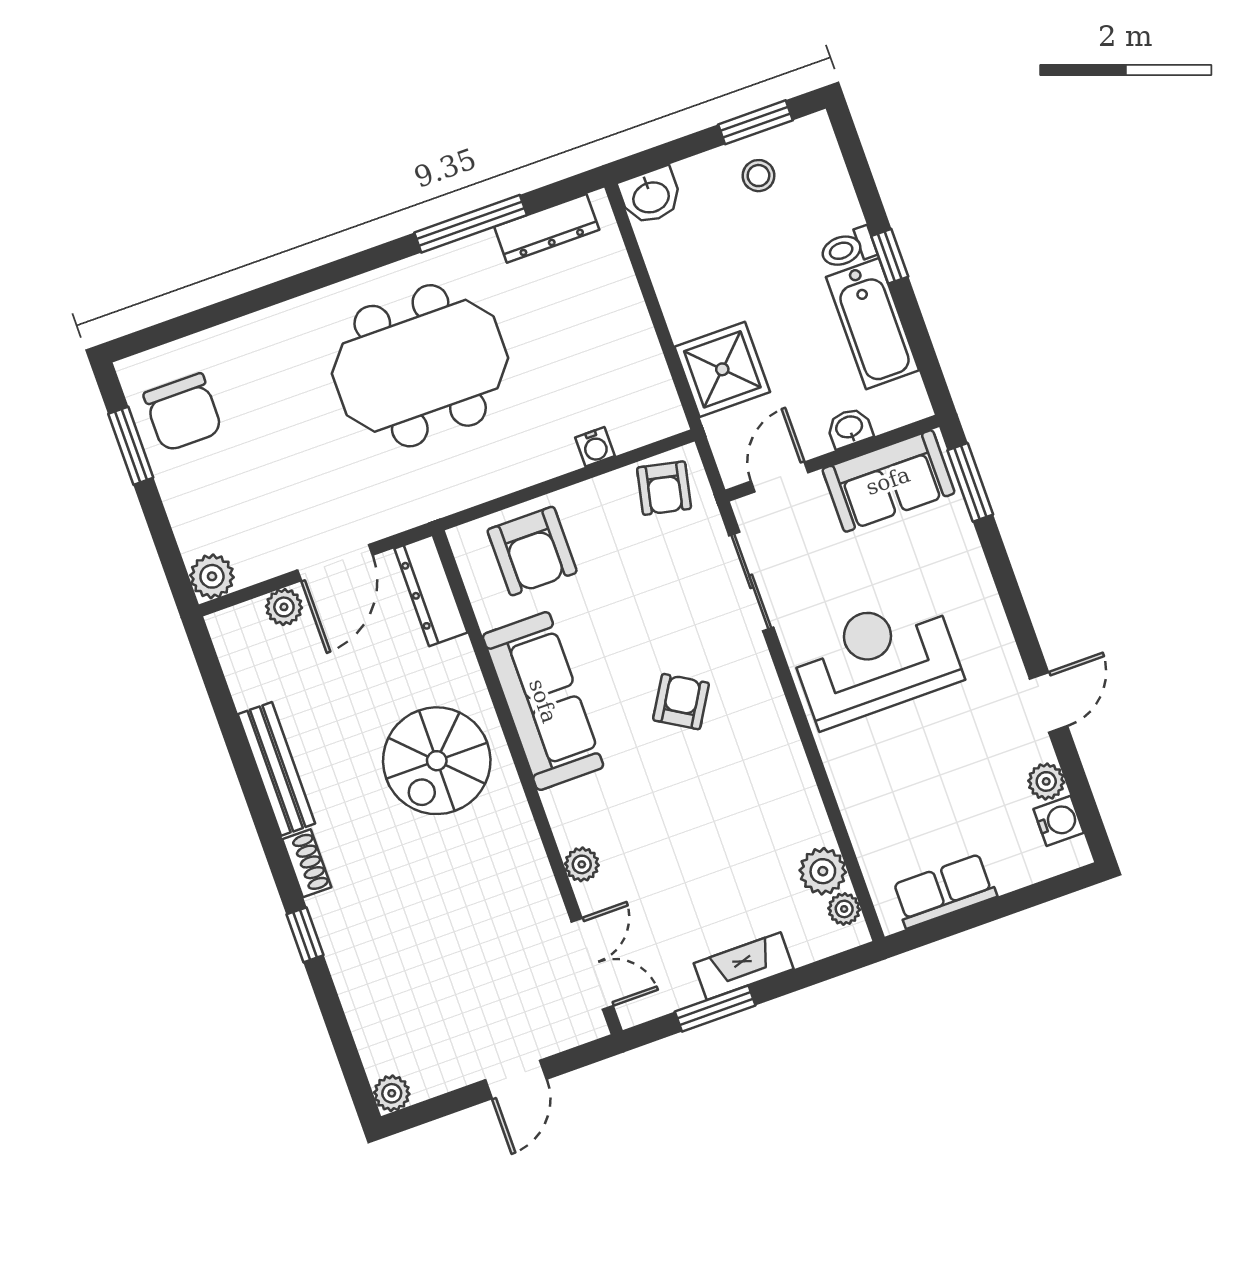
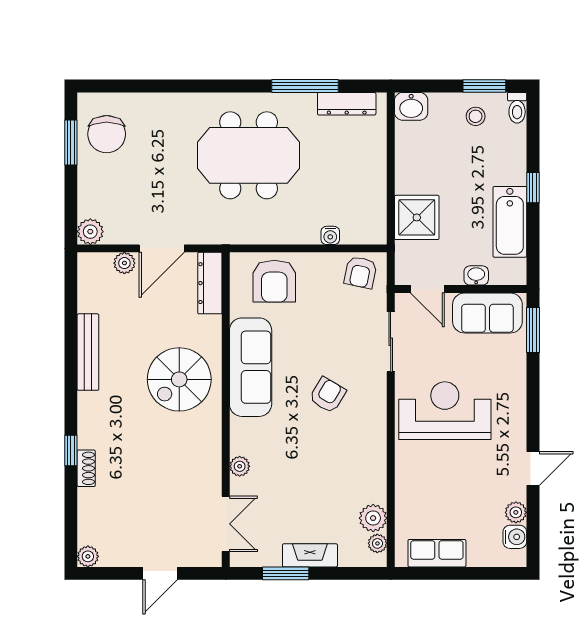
toilet: (848, 248) -> (517, 108), moved, turned -90
door: (780, 477) -> (427, 289), swing flipped
shoe rack: (307, 863) -> (86, 468), moved

